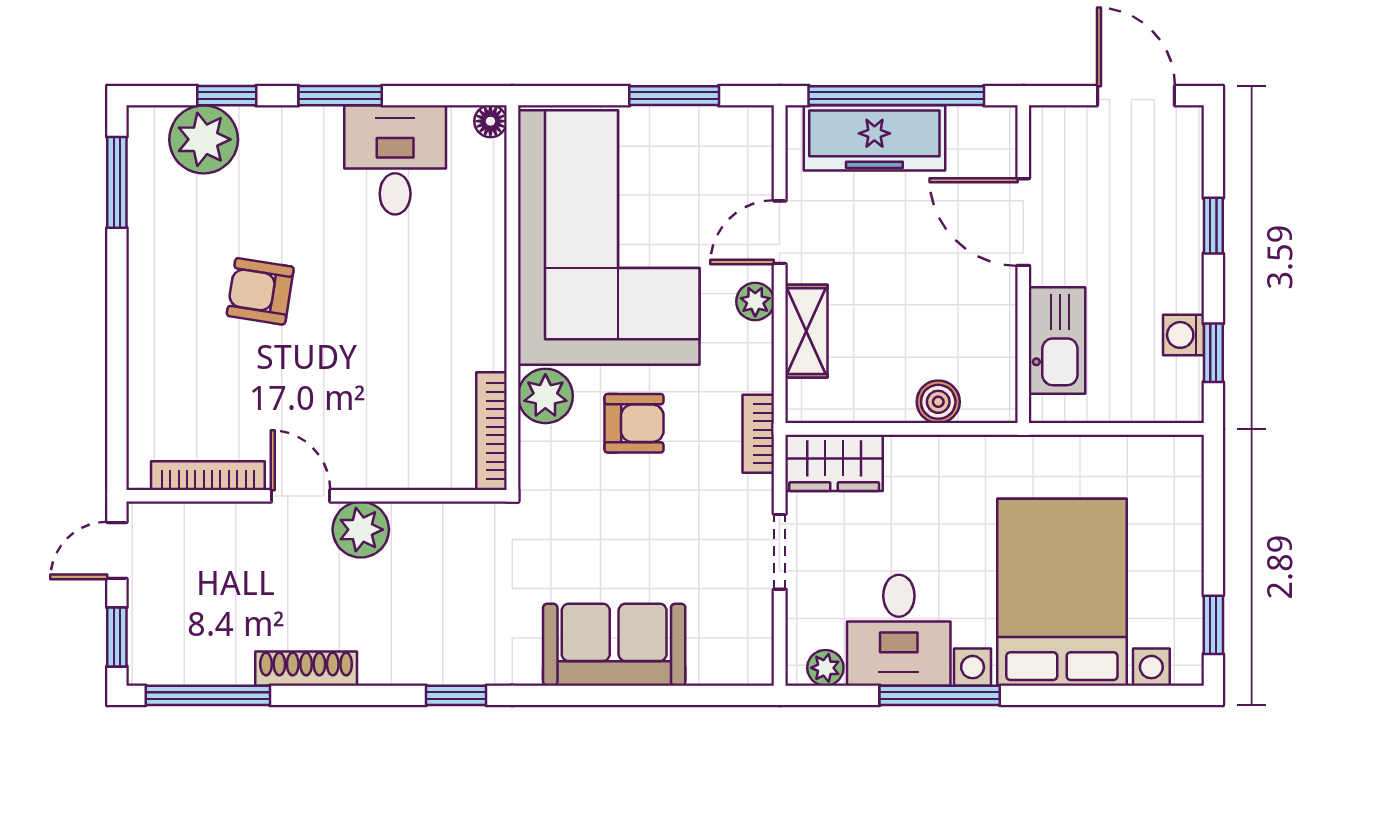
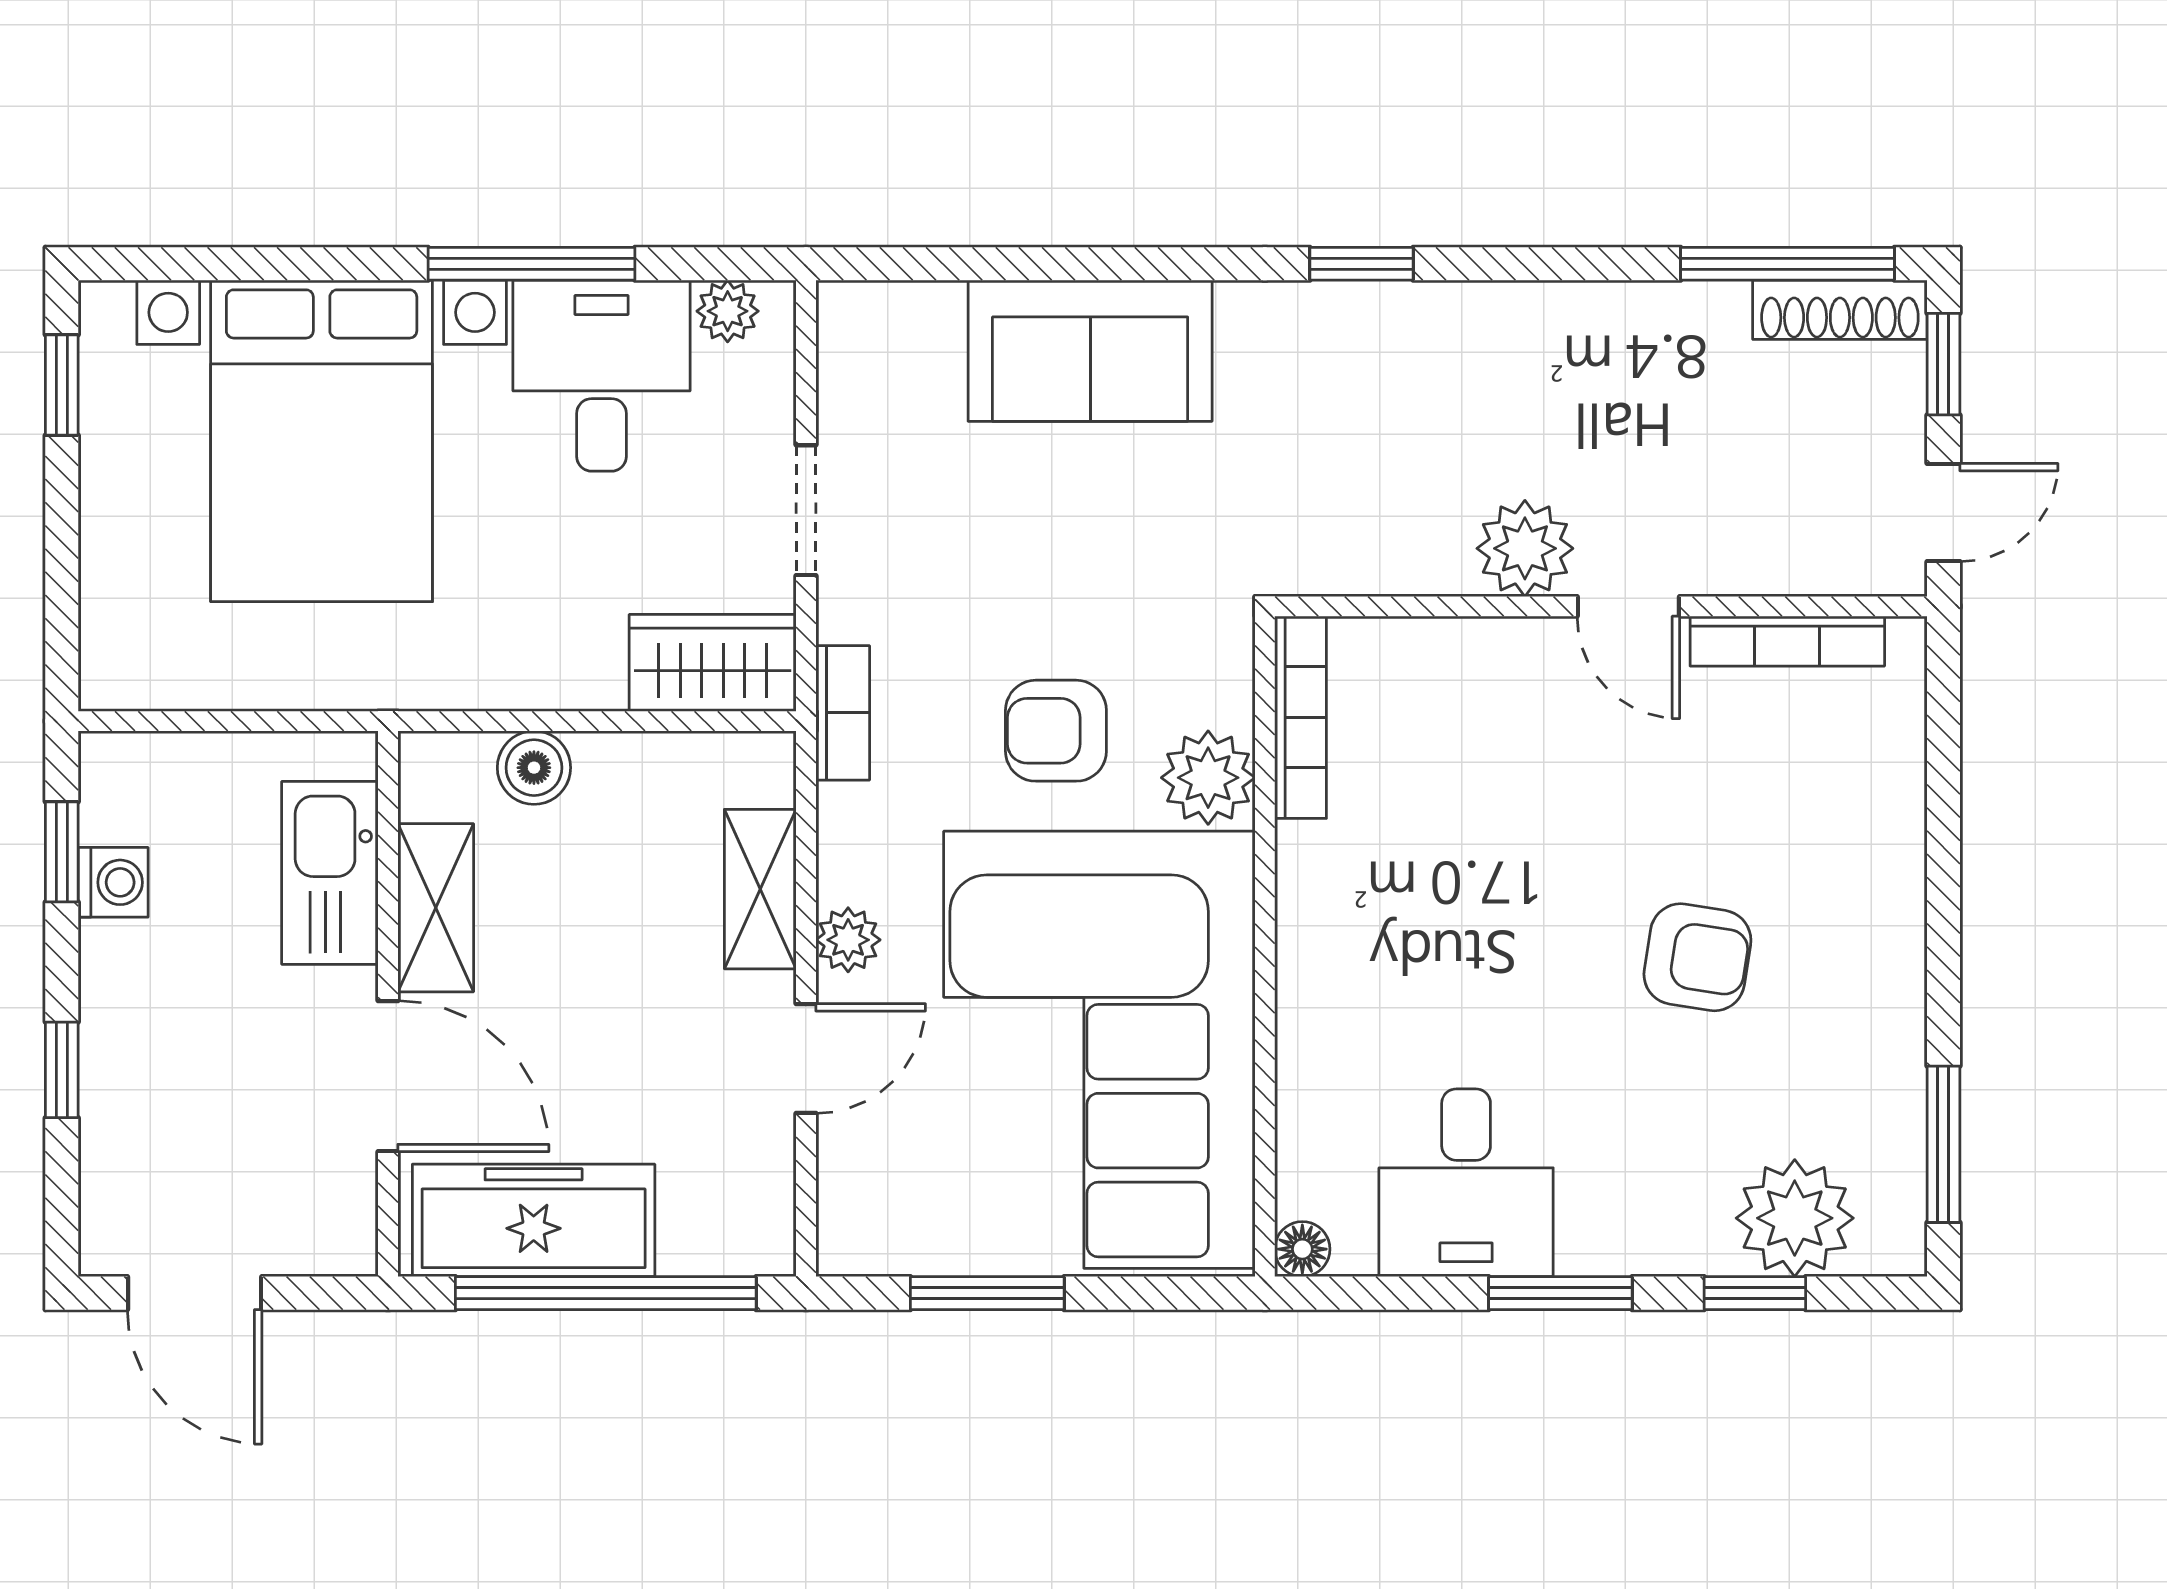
freezer: (874, 138) -> (534, 1220), moved
shelving: (995, 320) -> (436, 908), added
shoe rack: (306, 669) -> (1840, 310), moved

